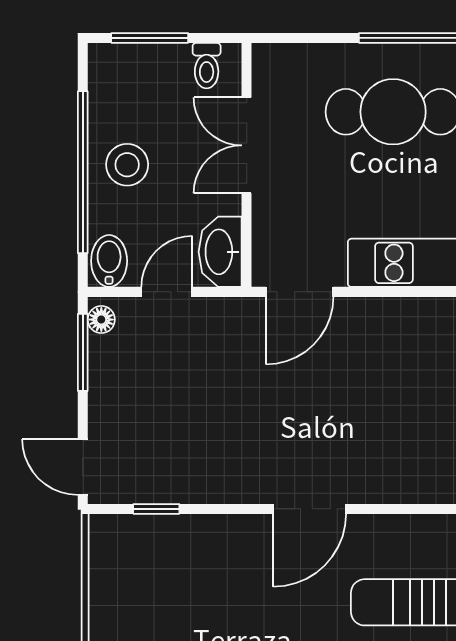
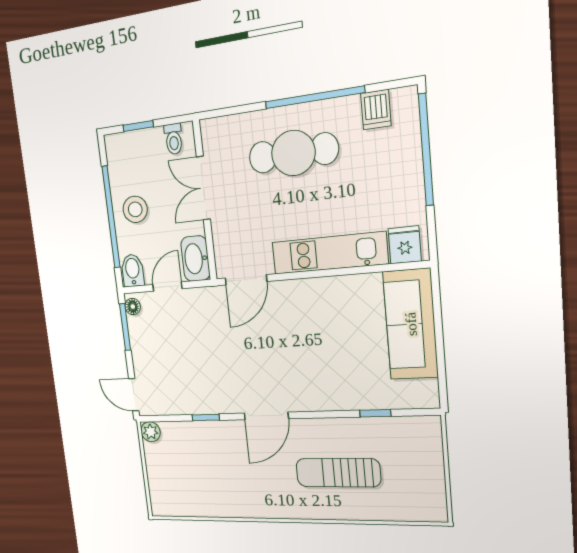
window: (150, 38) -> (138, 126), width x0.67
window: (156, 509) -> (206, 417), moved
plant: (105, 531) -> (151, 432), added

